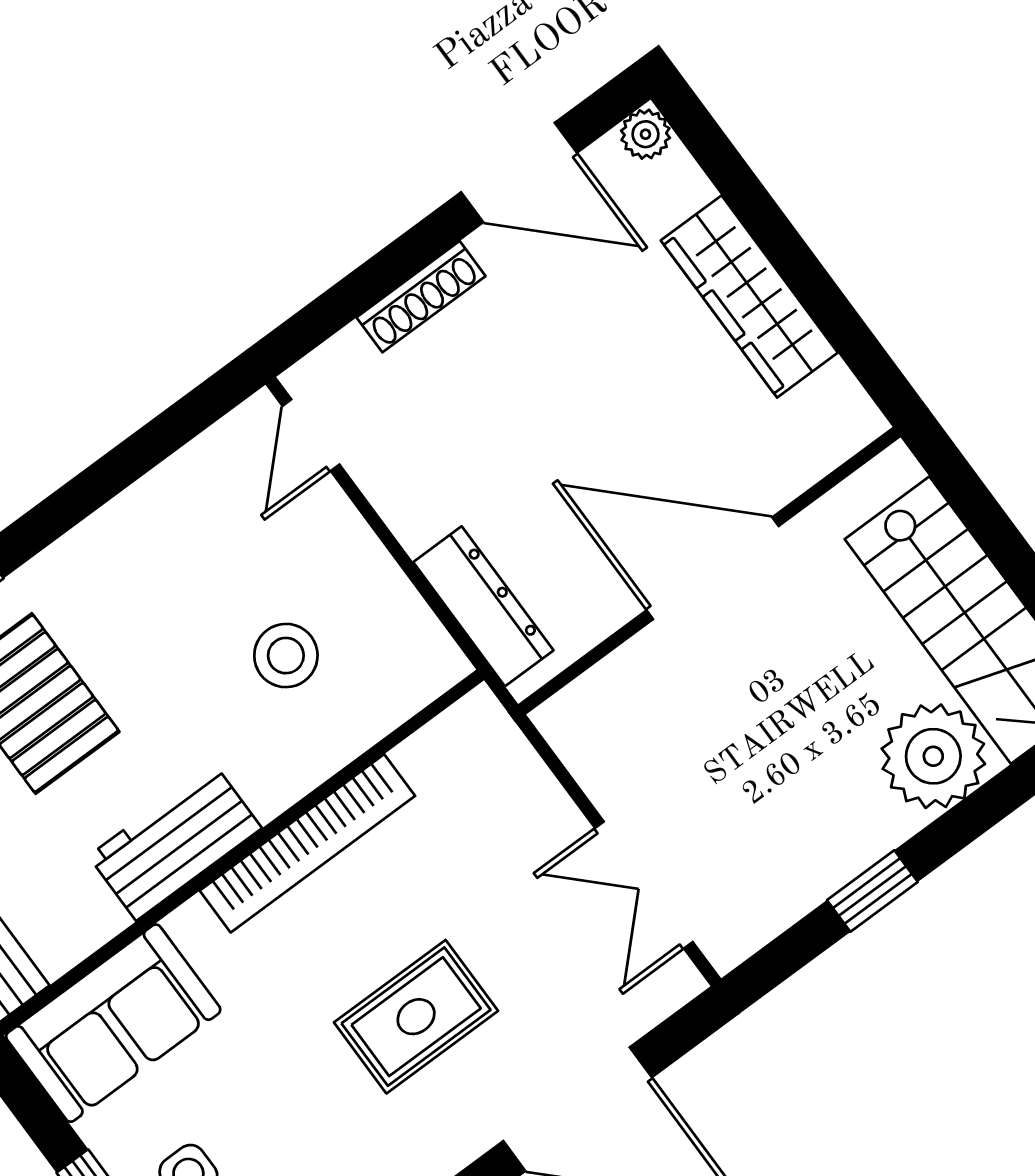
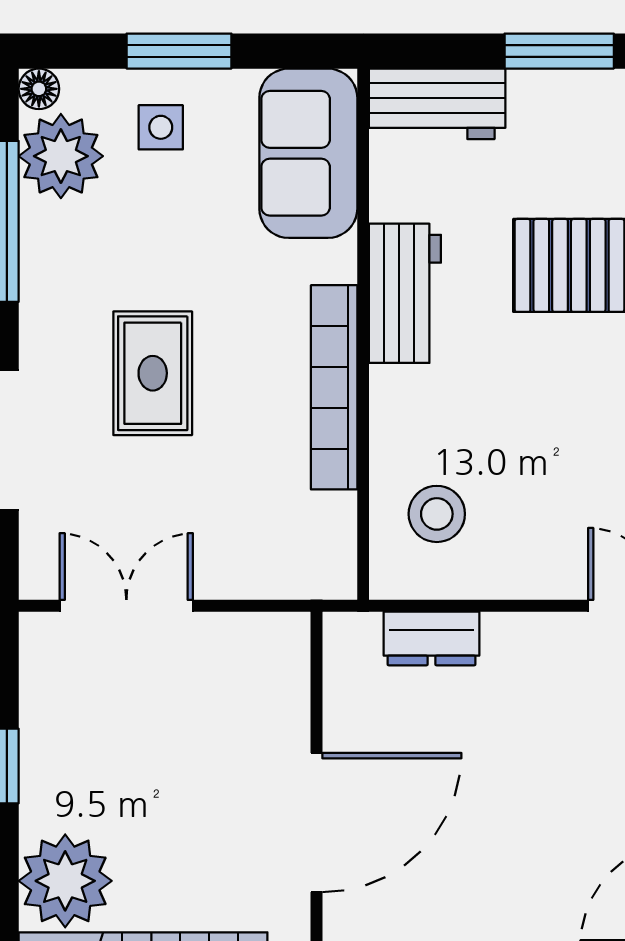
dresser: (483, 606) -> (431, 638), width x0.70
stool: (286, 656) -> (437, 514), moved

